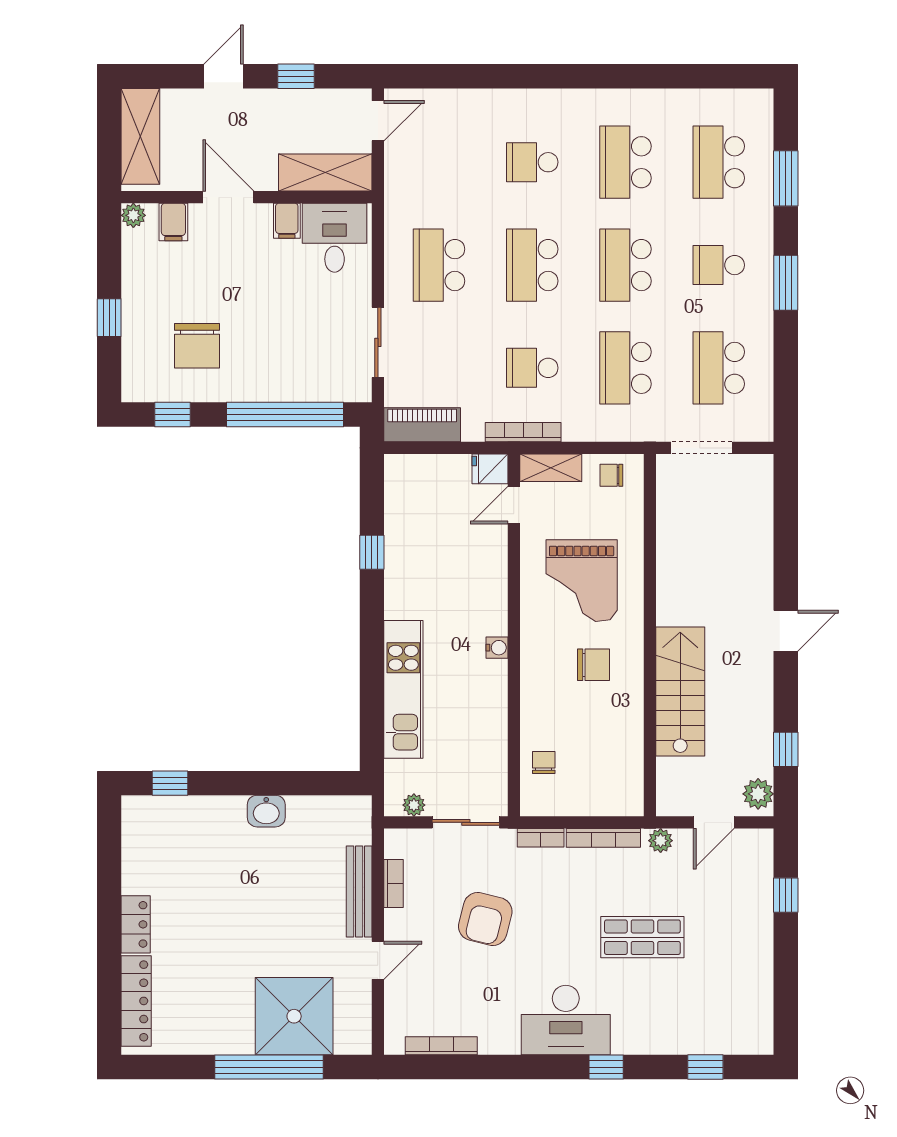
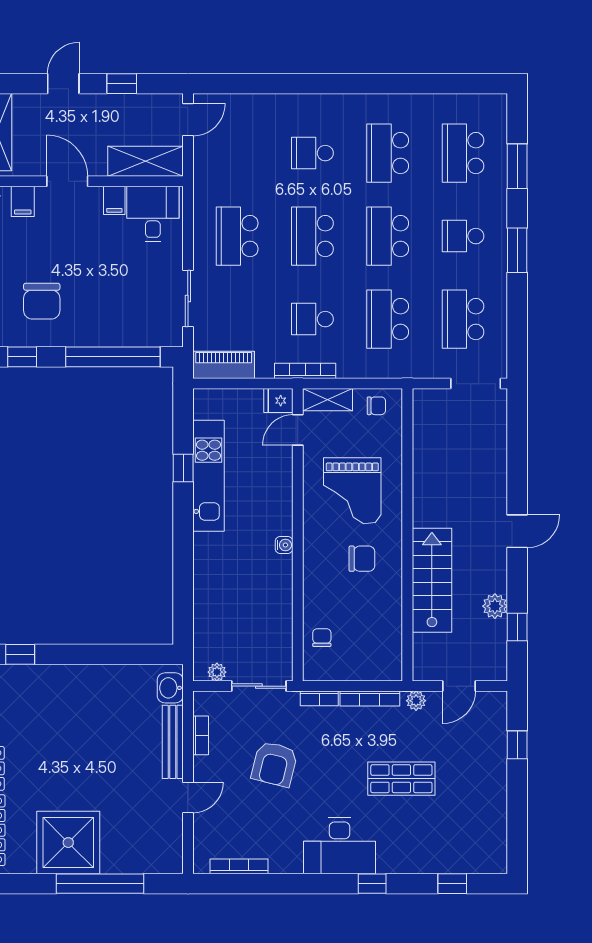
doorway: (702, 448) -> (476, 384), moved
chair: (611, 475) -> (376, 406), turned 180
kitchen unit: (403, 689) -> (208, 476), moved
plant: (758, 794) -> (495, 606), moved
washbasin: (266, 811) -> (170, 688), moved, turned 90
shower: (294, 1016) -> (68, 843), moved

